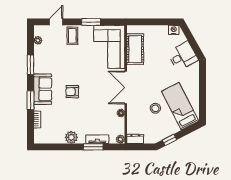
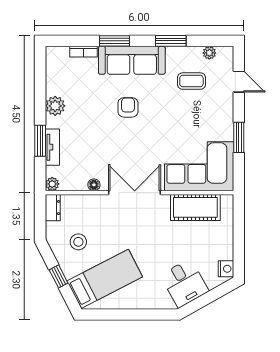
coffee table: (72, 36) -> (191, 81), moved
sofa: (43, 89) -> (132, 60), width x1.36
stool: (155, 108) -> (78, 242), moved
window: (169, 140) -> (59, 276), moved

